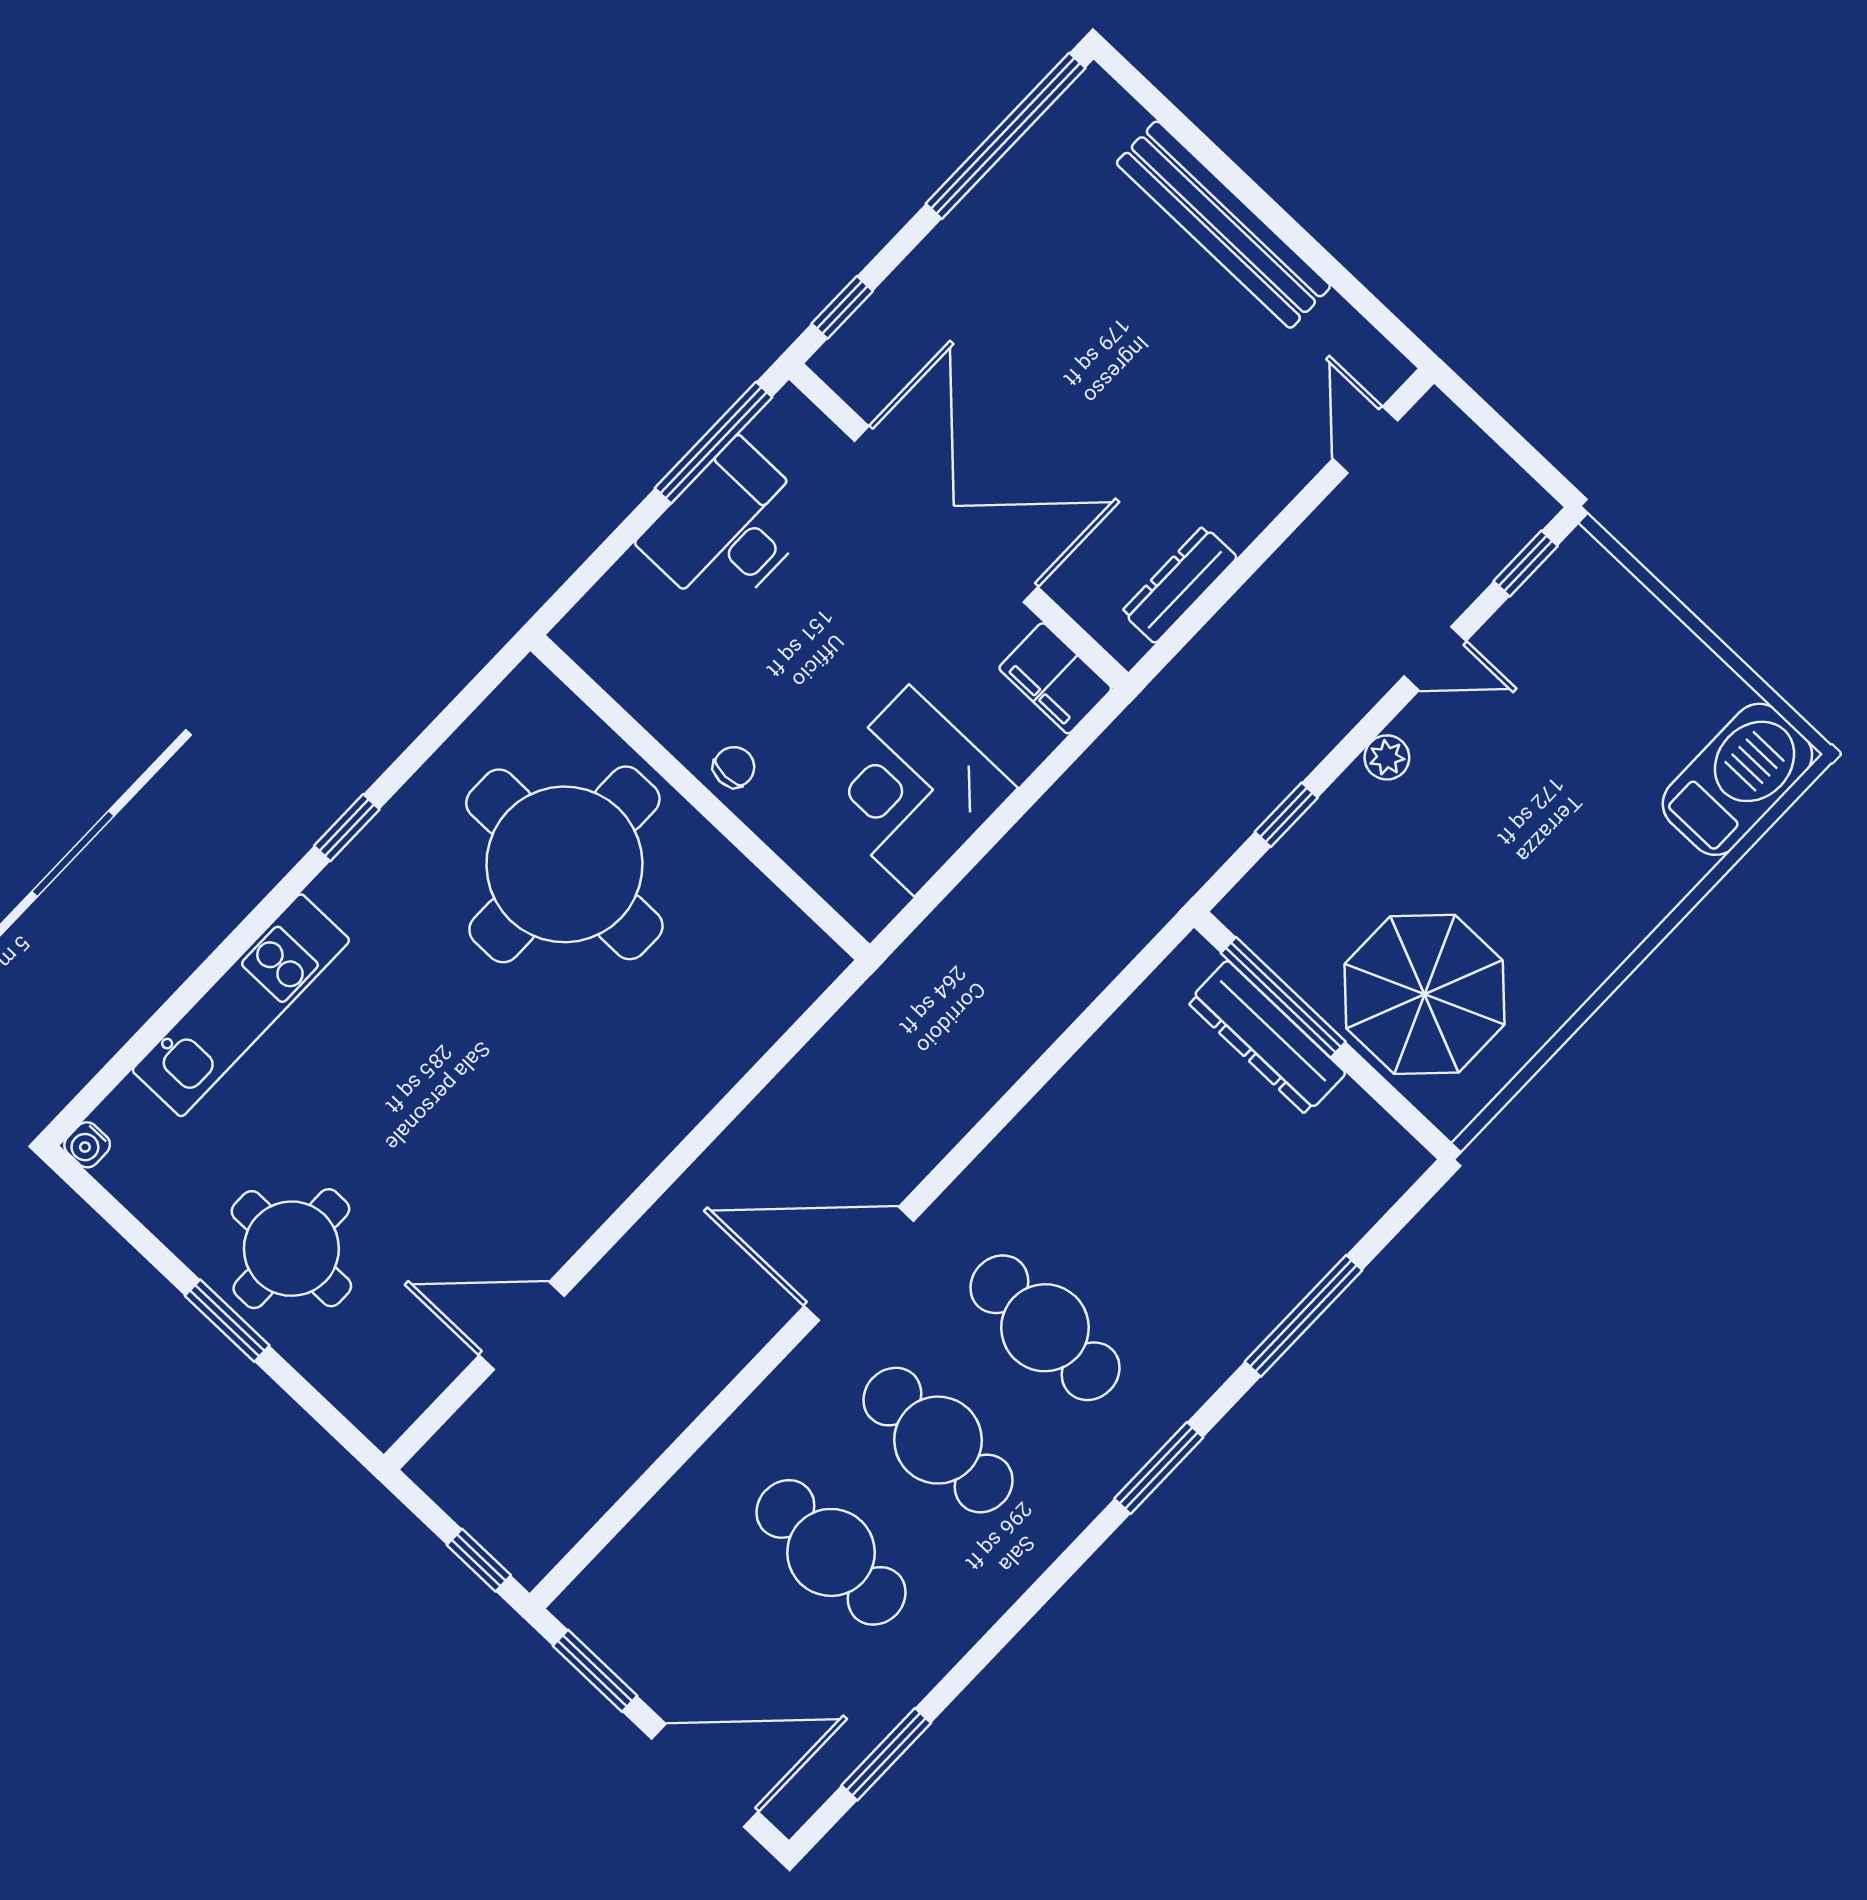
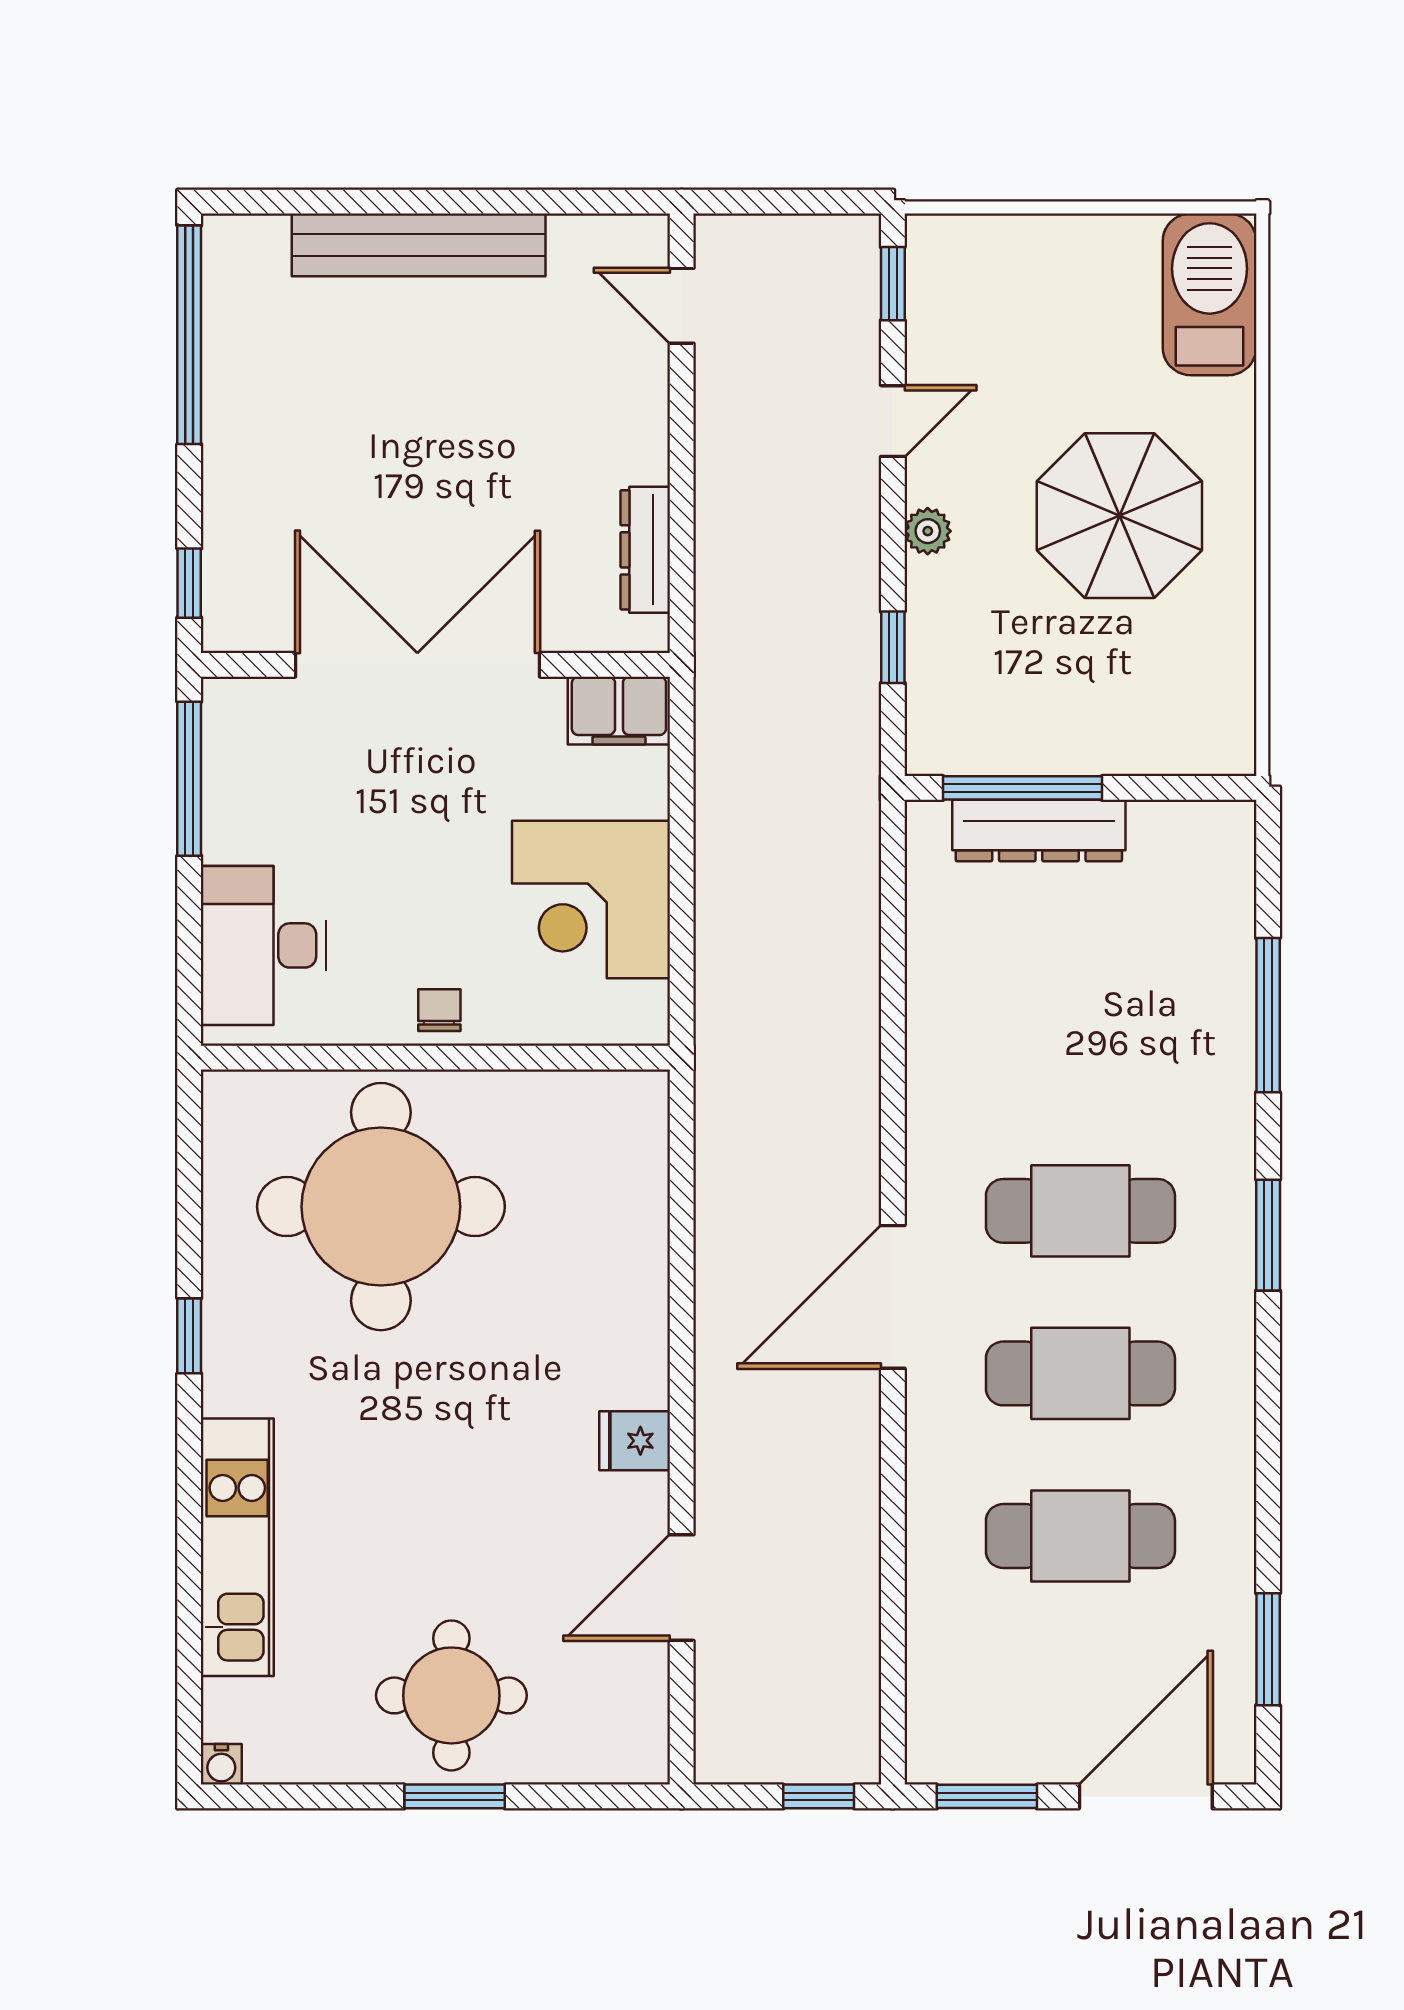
desk: (729, 529) -> (263, 945), moved
parasol: (1424, 994) -> (1119, 516), moved
fridge: (586, 1193) -> (635, 1441), added

